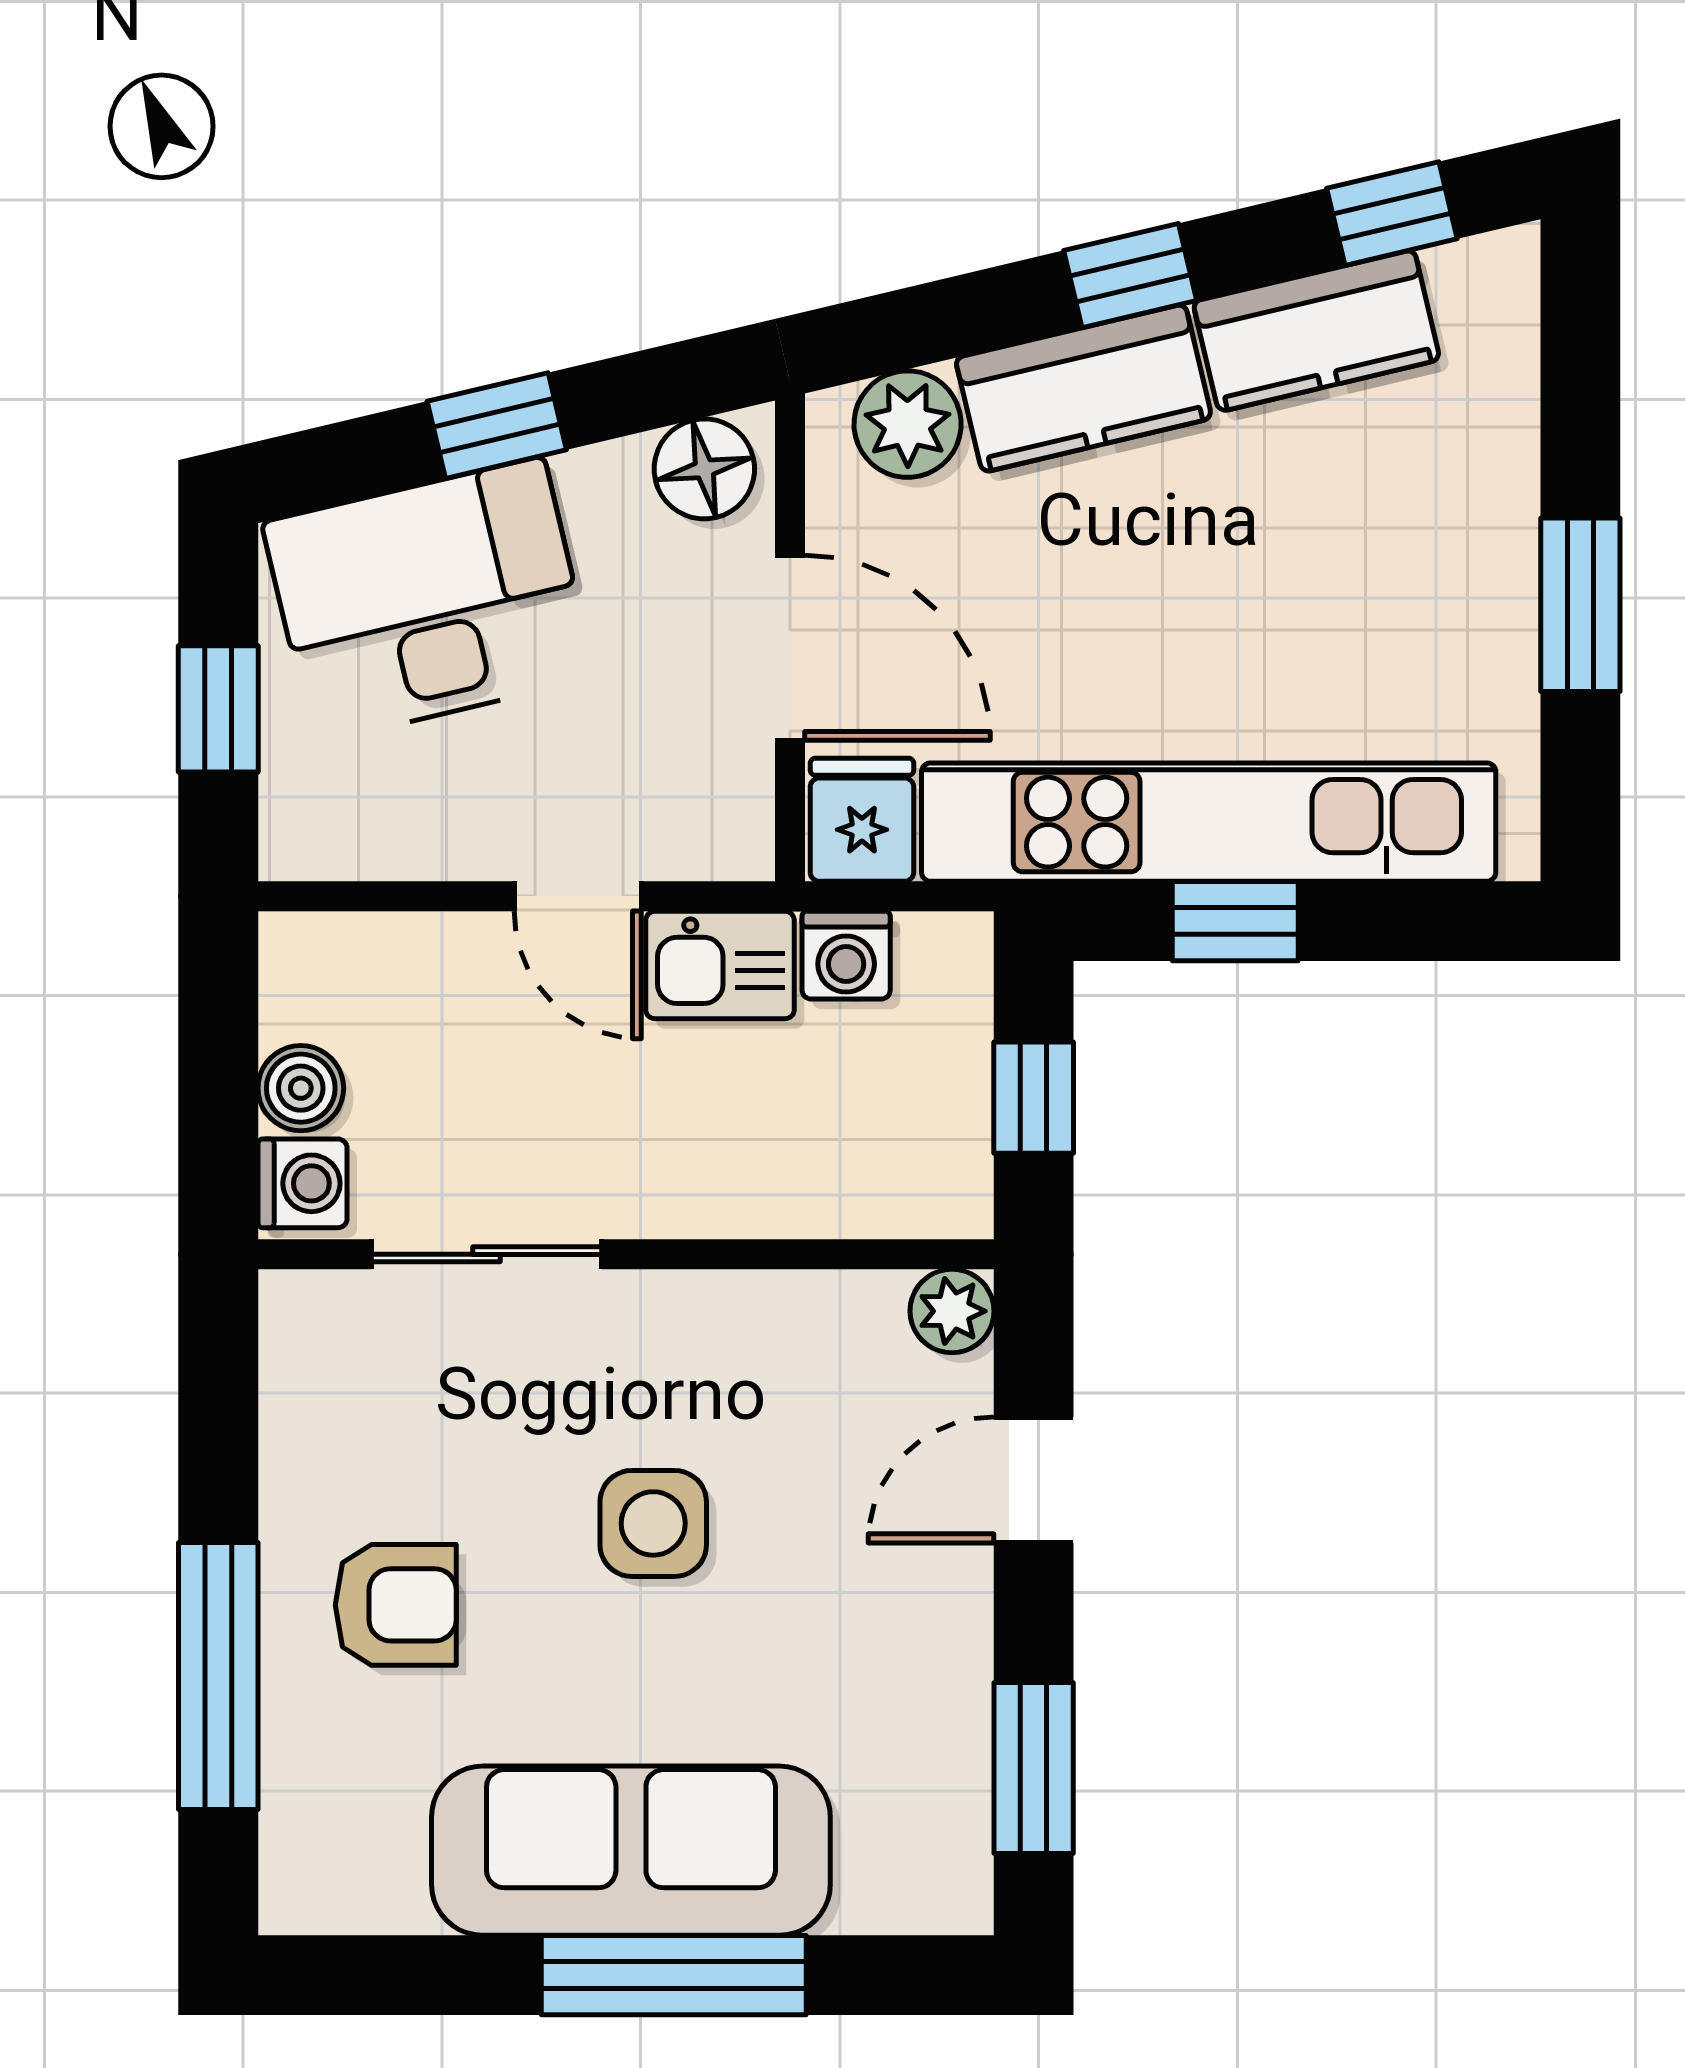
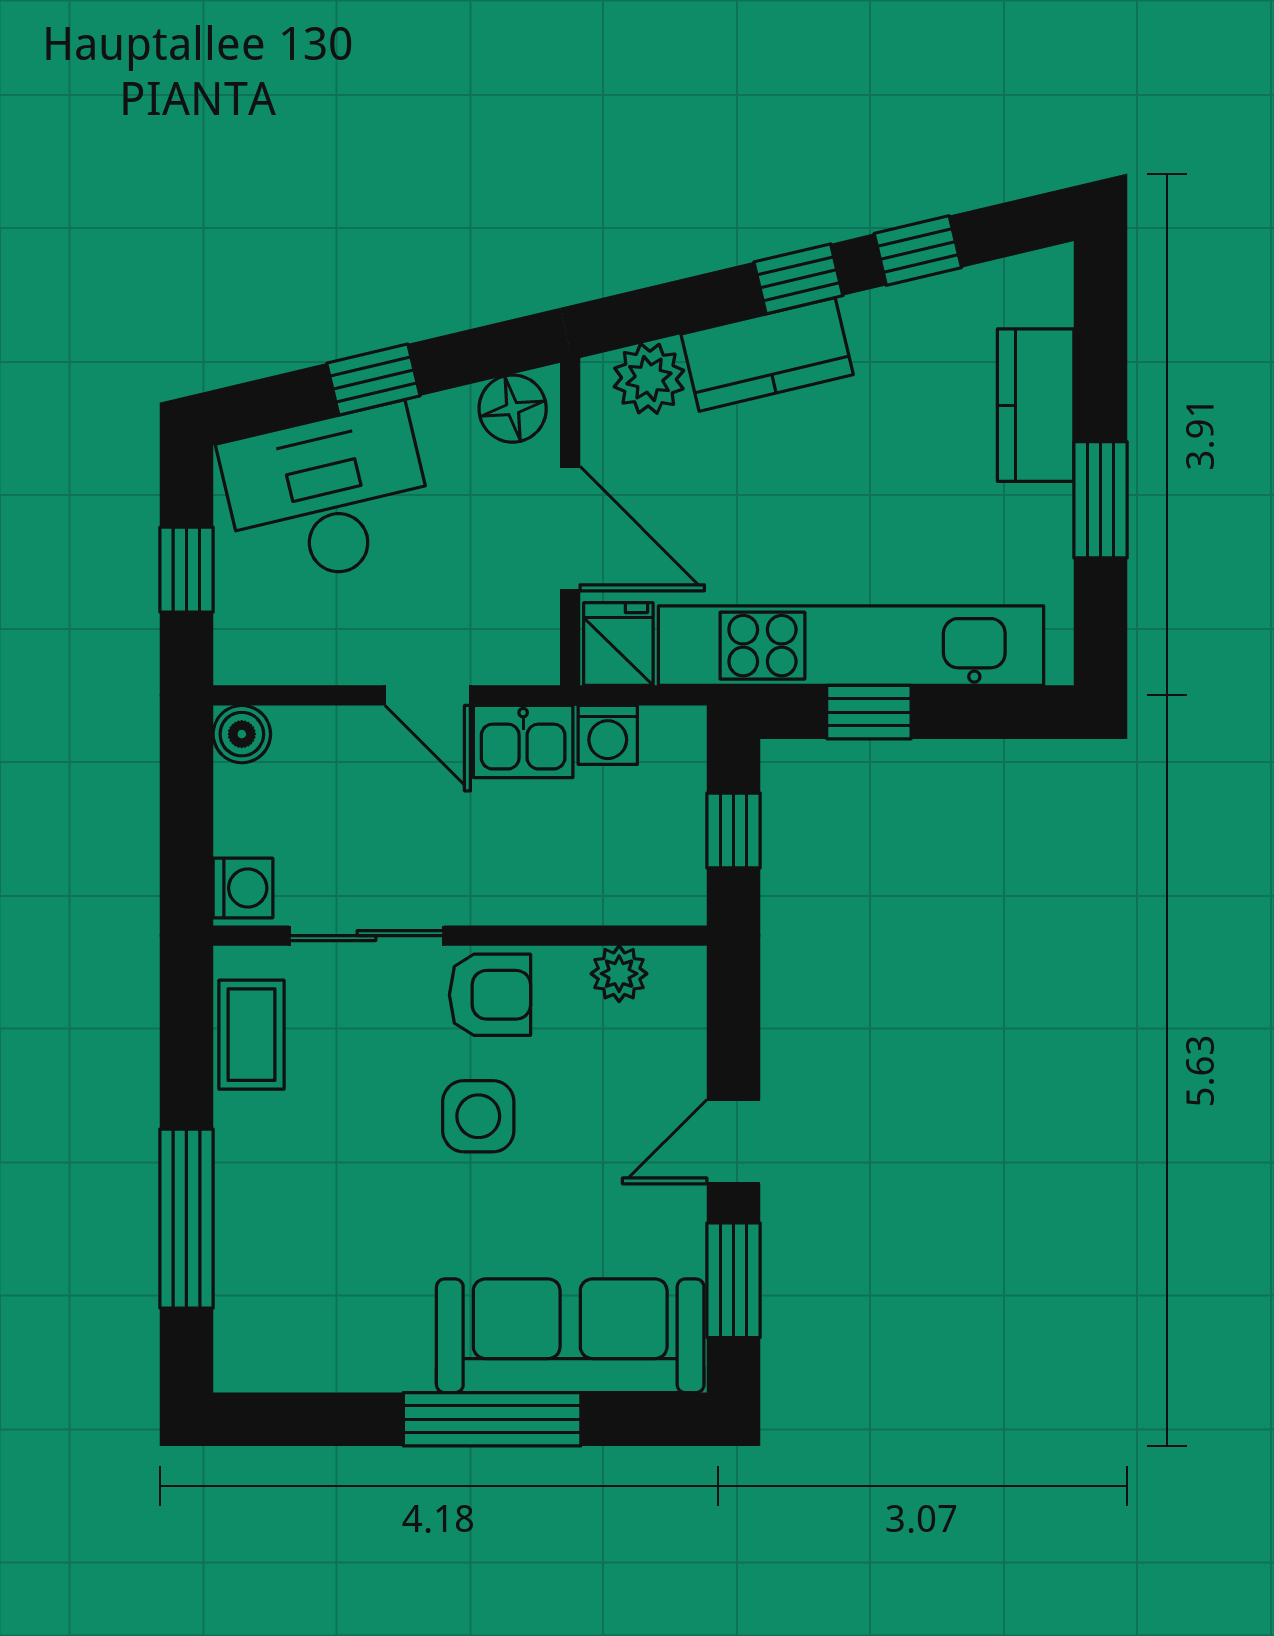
window: (1392, 214) -> (918, 251), moved
kitchen counter: (1316, 331) -> (1036, 405), moved, turned 103
boiler: (301, 1088) -> (242, 734), moved
plant: (952, 1311) -> (619, 974), moved
coffee table: (315, 1402) -> (251, 1035), added
door: (1034, 1480) -> (734, 1142), moved
armchair: (396, 1605) -> (490, 995), moved
sofa: (631, 1851) -> (570, 1336), moved

